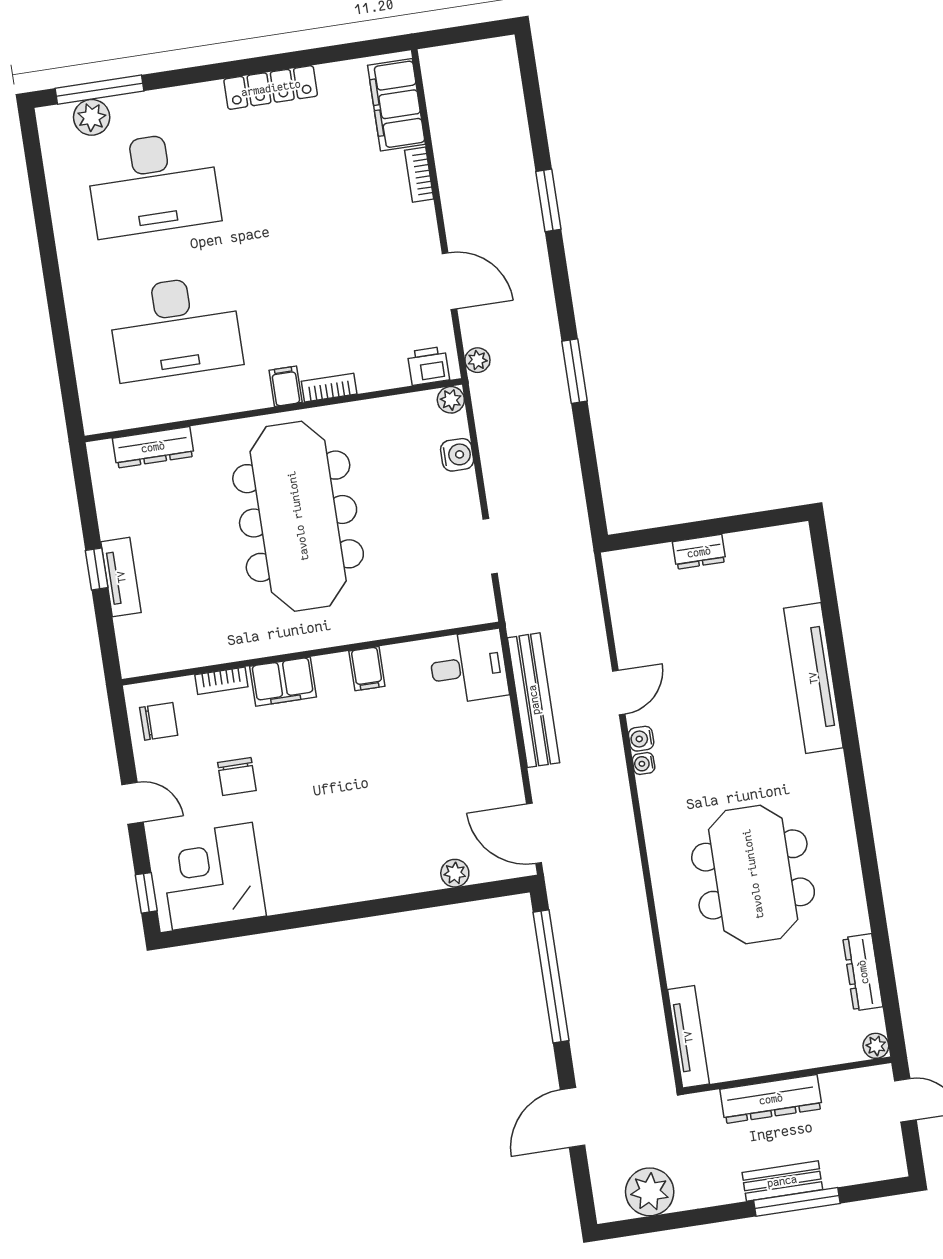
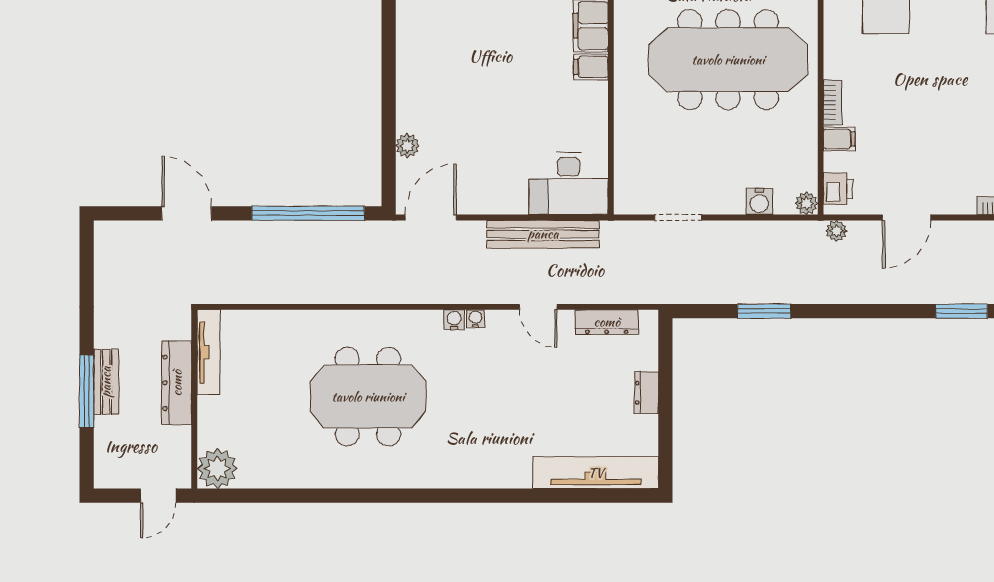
window: (575, 371) -> (764, 311), moved
filing cabinet: (286, 386) -> (839, 139), moved
desk: (468, 667) -> (569, 184), width x1.37
filing cabinet: (367, 669) -> (591, 67), moved
tv unit: (813, 678) -> (596, 473), moved
water cooler: (641, 739) -> (454, 320), moved
dresser: (863, 972) -> (607, 322), moved, turned 180
tv unit: (688, 1037) -> (209, 352), moved, turned -90
plant: (876, 1046) -> (217, 468), width x1.88, depth x1.88
plant: (650, 1192) -> (114, 269), removed

